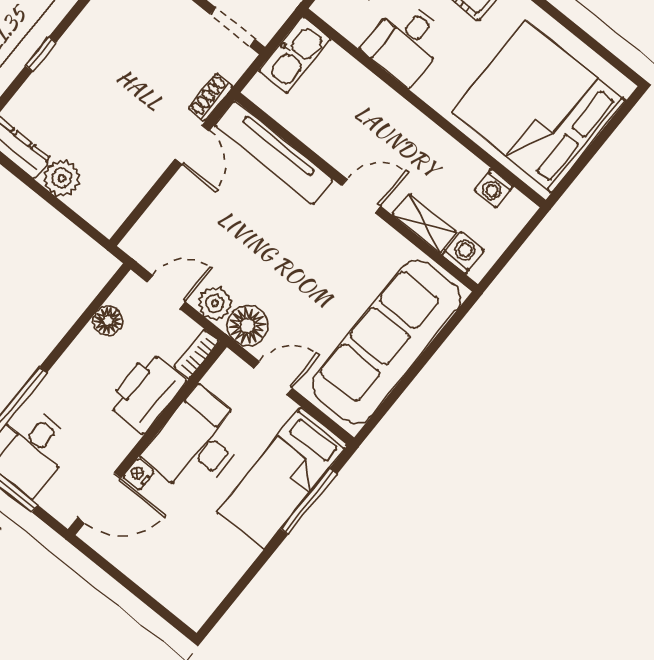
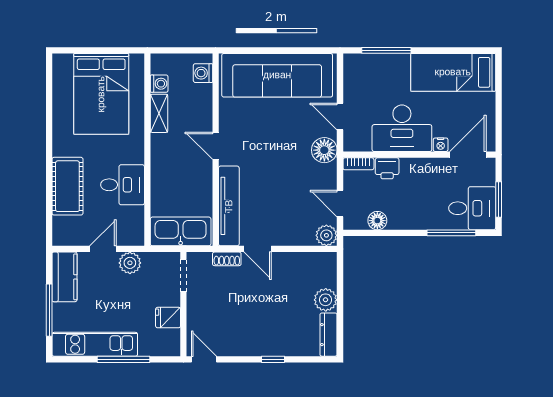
kitchen sink: (295, 55) -> (181, 231), width x1.36, depth x1.24
bed: (539, 106) -> (101, 94), width x0.73
door: (192, 145) -> (258, 249), swing flipped
shelving: (425, 223) -> (159, 113), moved
plant: (215, 303) -> (326, 235), moved
printer: (146, 392) -> (387, 168), width x0.53, depth x0.68
bed: (283, 478) -> (453, 72), moved, turned 180
door: (99, 498) -> (468, 155), hinge flipped

